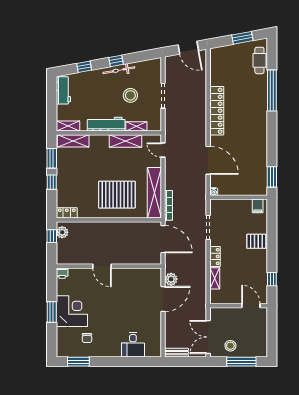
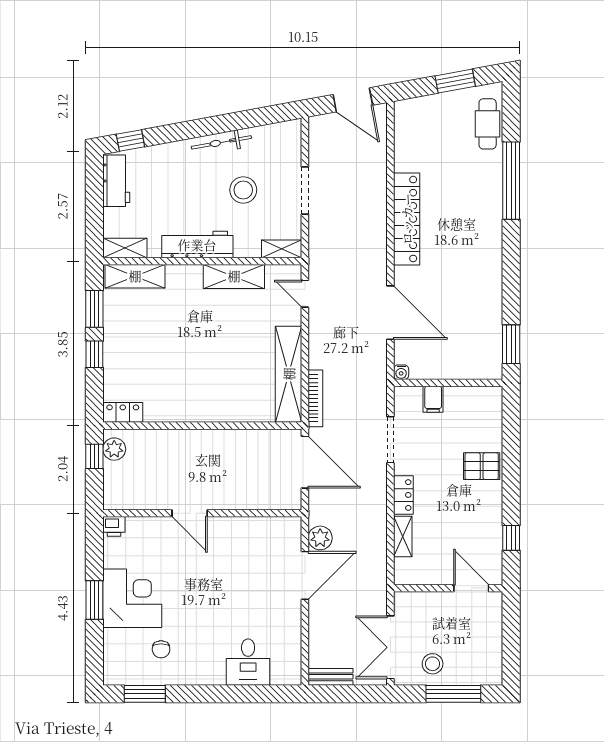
window: (116, 61) -> (216, 125), removed
window: (84, 67) -> (130, 141), moved
shelving: (136, 126) -> (282, 249), moved
pallet: (117, 195) -> (218, 378), removed
filing cabinet: (258, 206) -> (433, 399), moved

